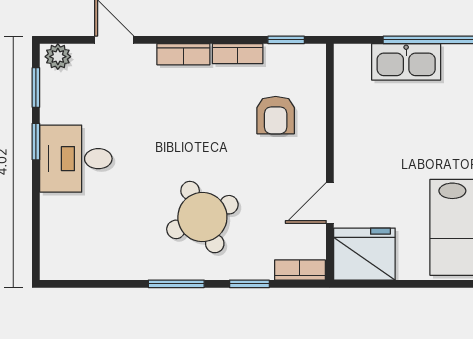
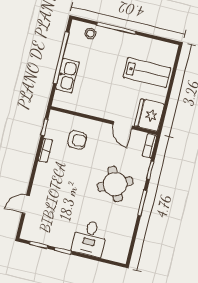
bookcase: (183, 54) -> (40, 175), removed
plant: (58, 57) -> (27, 232), removed
desk: (76, 159) -> (90, 238), moved

